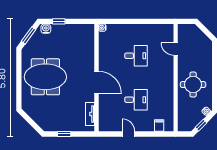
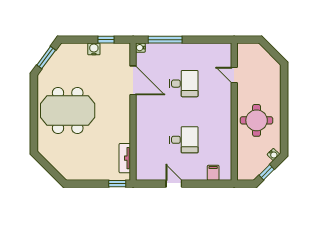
window: (59, 21) -> (106, 40), moved
window: (122, 21) -> (165, 40), added
water cooler: (46, 29) -> (94, 49), moved
door: (96, 83) -> (133, 80), moved
window: (64, 134) -> (117, 184), moved

